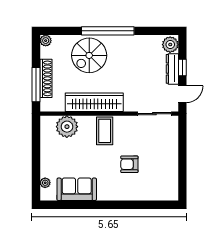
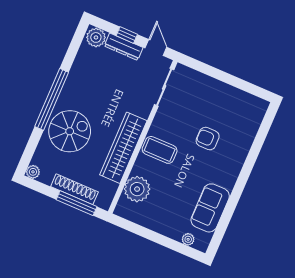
spiral stairs: (89, 55) -> (70, 131), turned -90
armchair: (129, 164) -> (208, 139), turned 90

